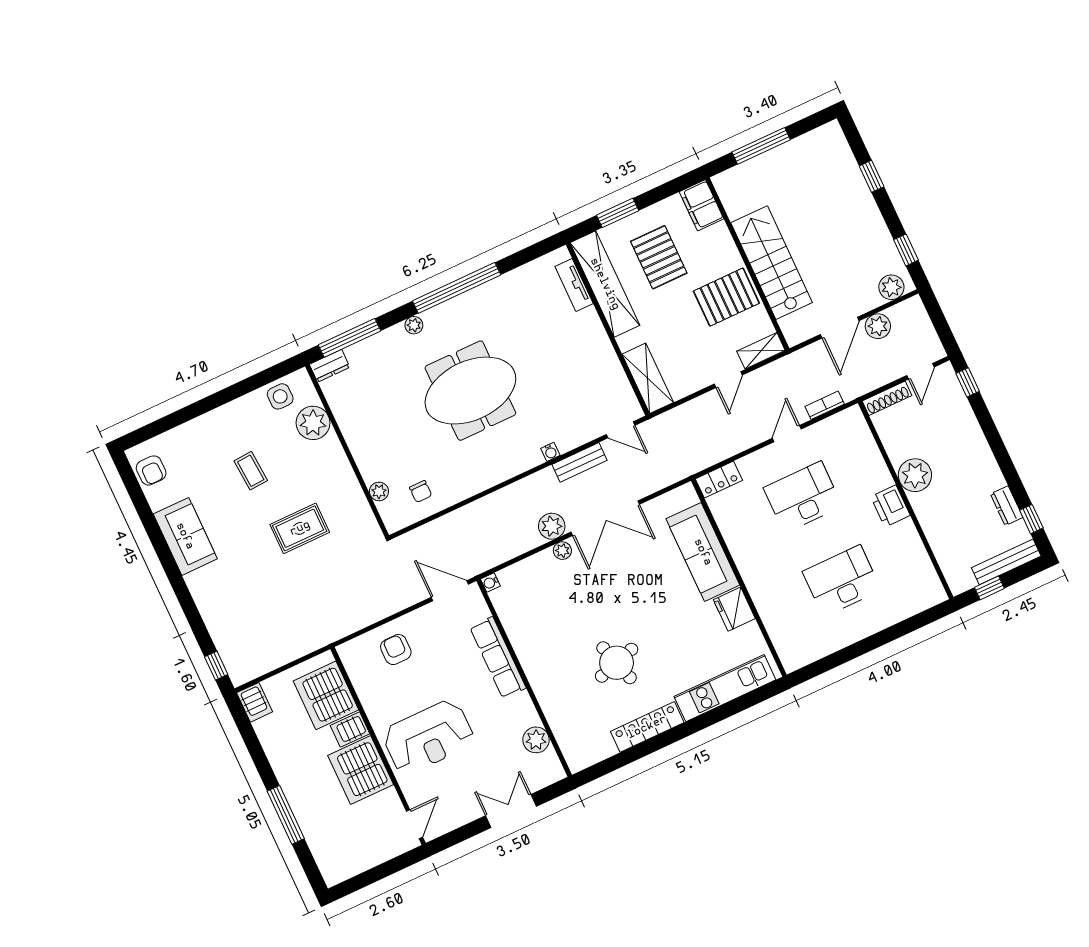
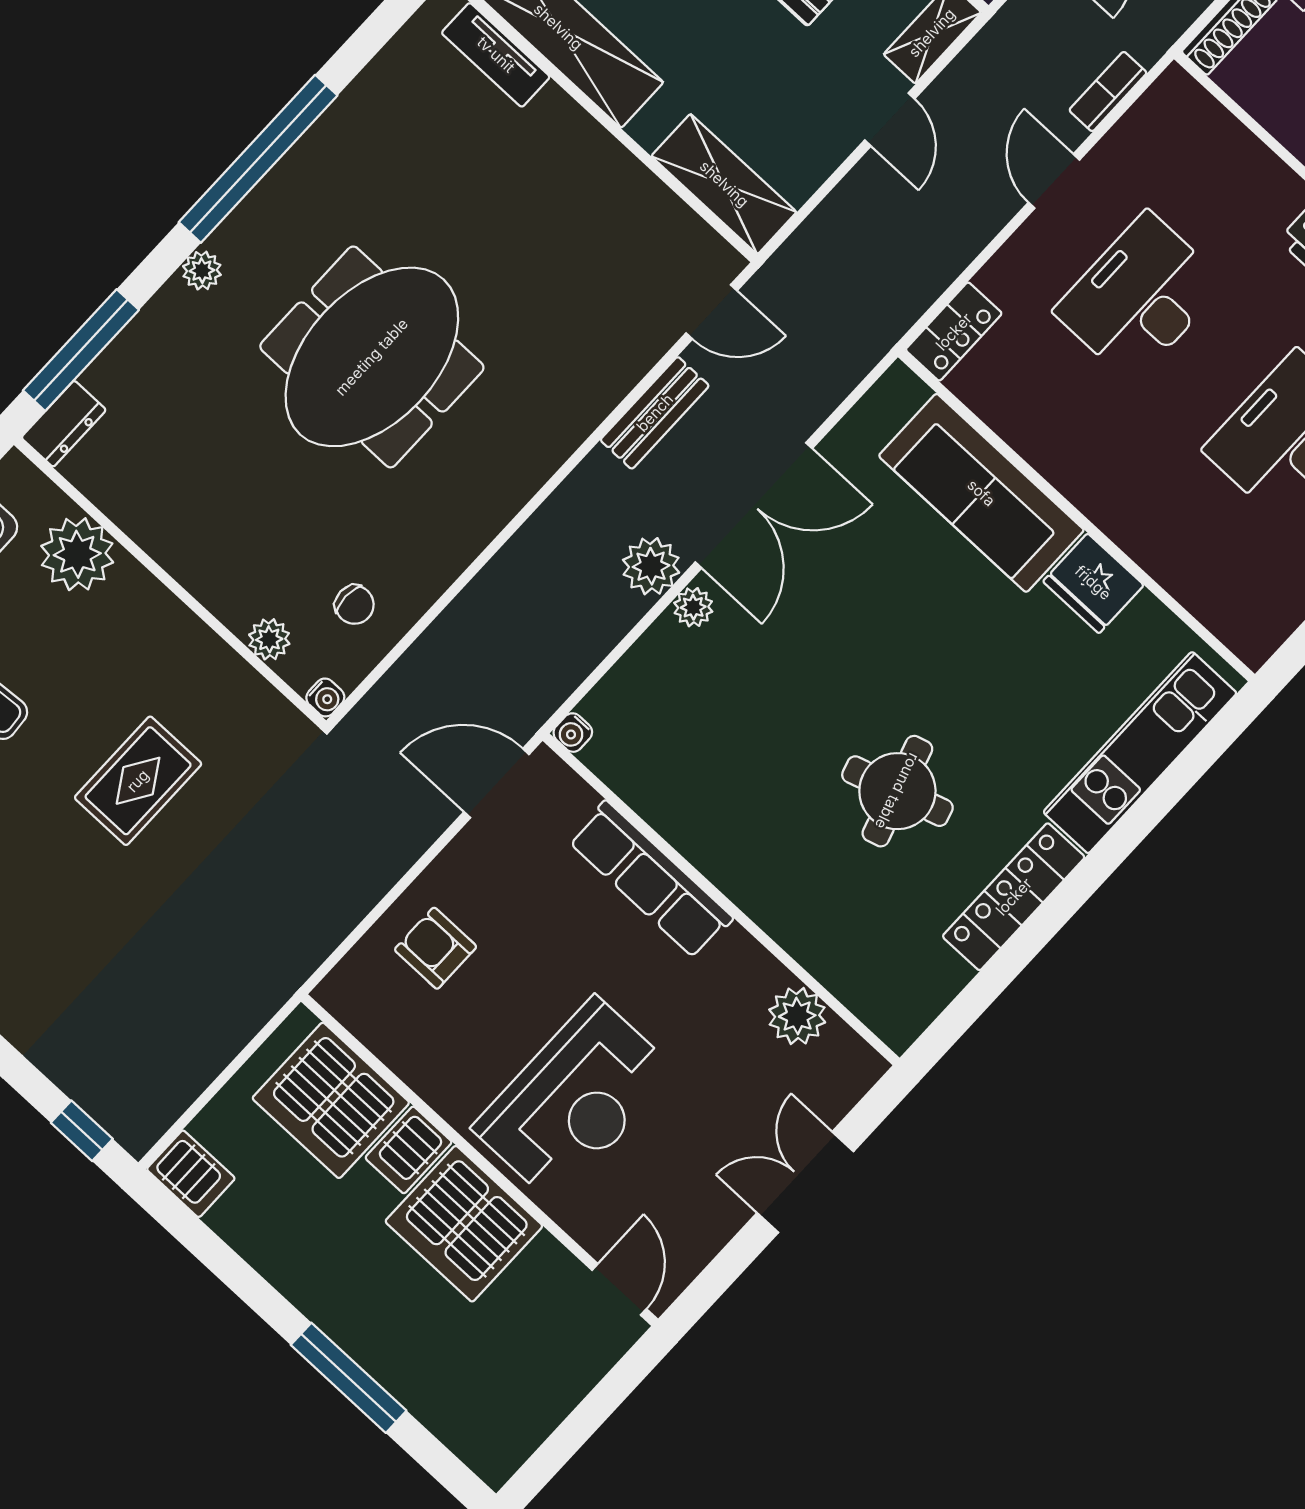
water cooler: (550, 452) -> (325, 697), moved

